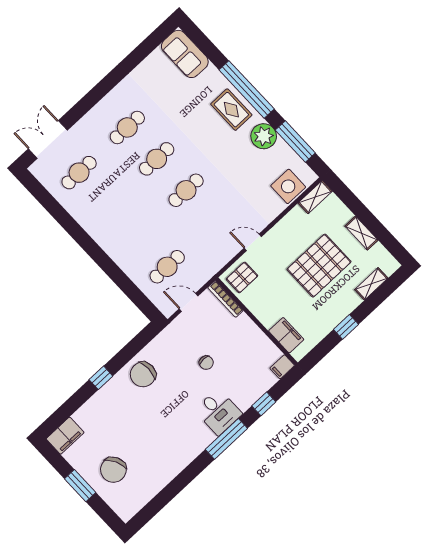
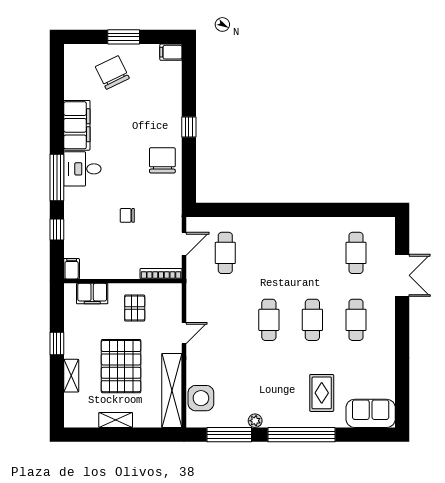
rug: (231, 110) -> (322, 393), moved, turned 90
plant: (264, 136) -> (255, 421), width x0.53, depth x0.53
double door: (48, 140) -> (402, 275), moved
shelving: (315, 197) -> (172, 390), width x2.20, depth x1.33
pallet: (242, 277) -> (135, 308), moved
shelving: (371, 284) -> (71, 376), moved
desk: (218, 412) -> (82, 169), moved
filing cabinet: (65, 436) -> (171, 52), width x0.50
filing cabinet: (175, 460) -> (77, 125), added

